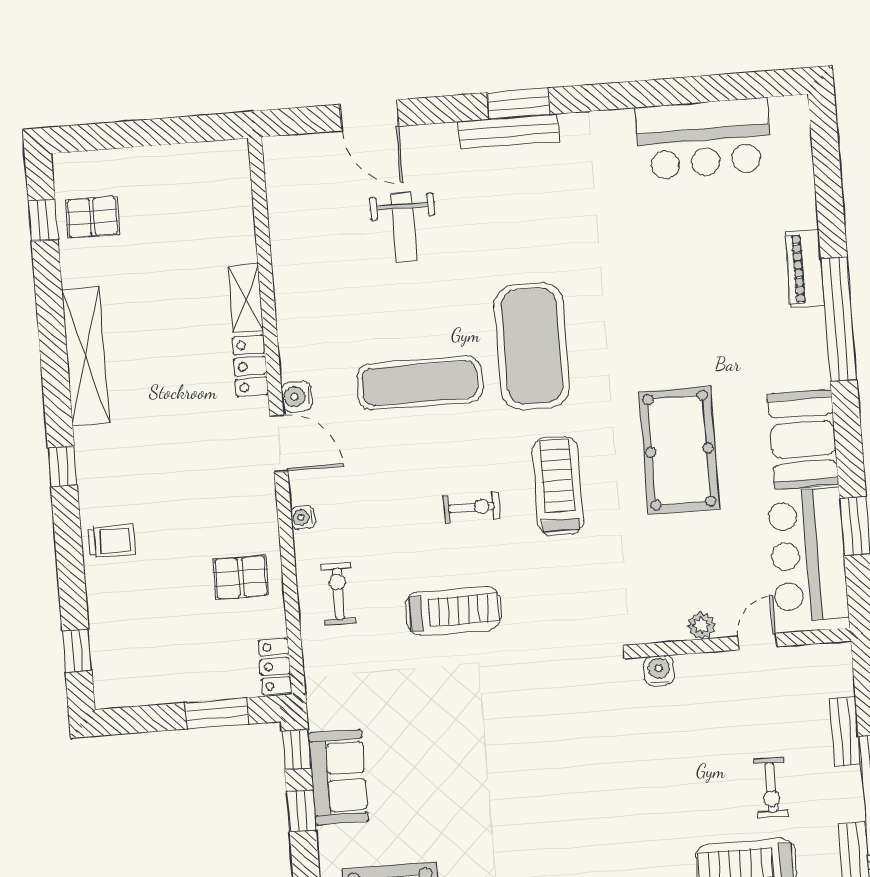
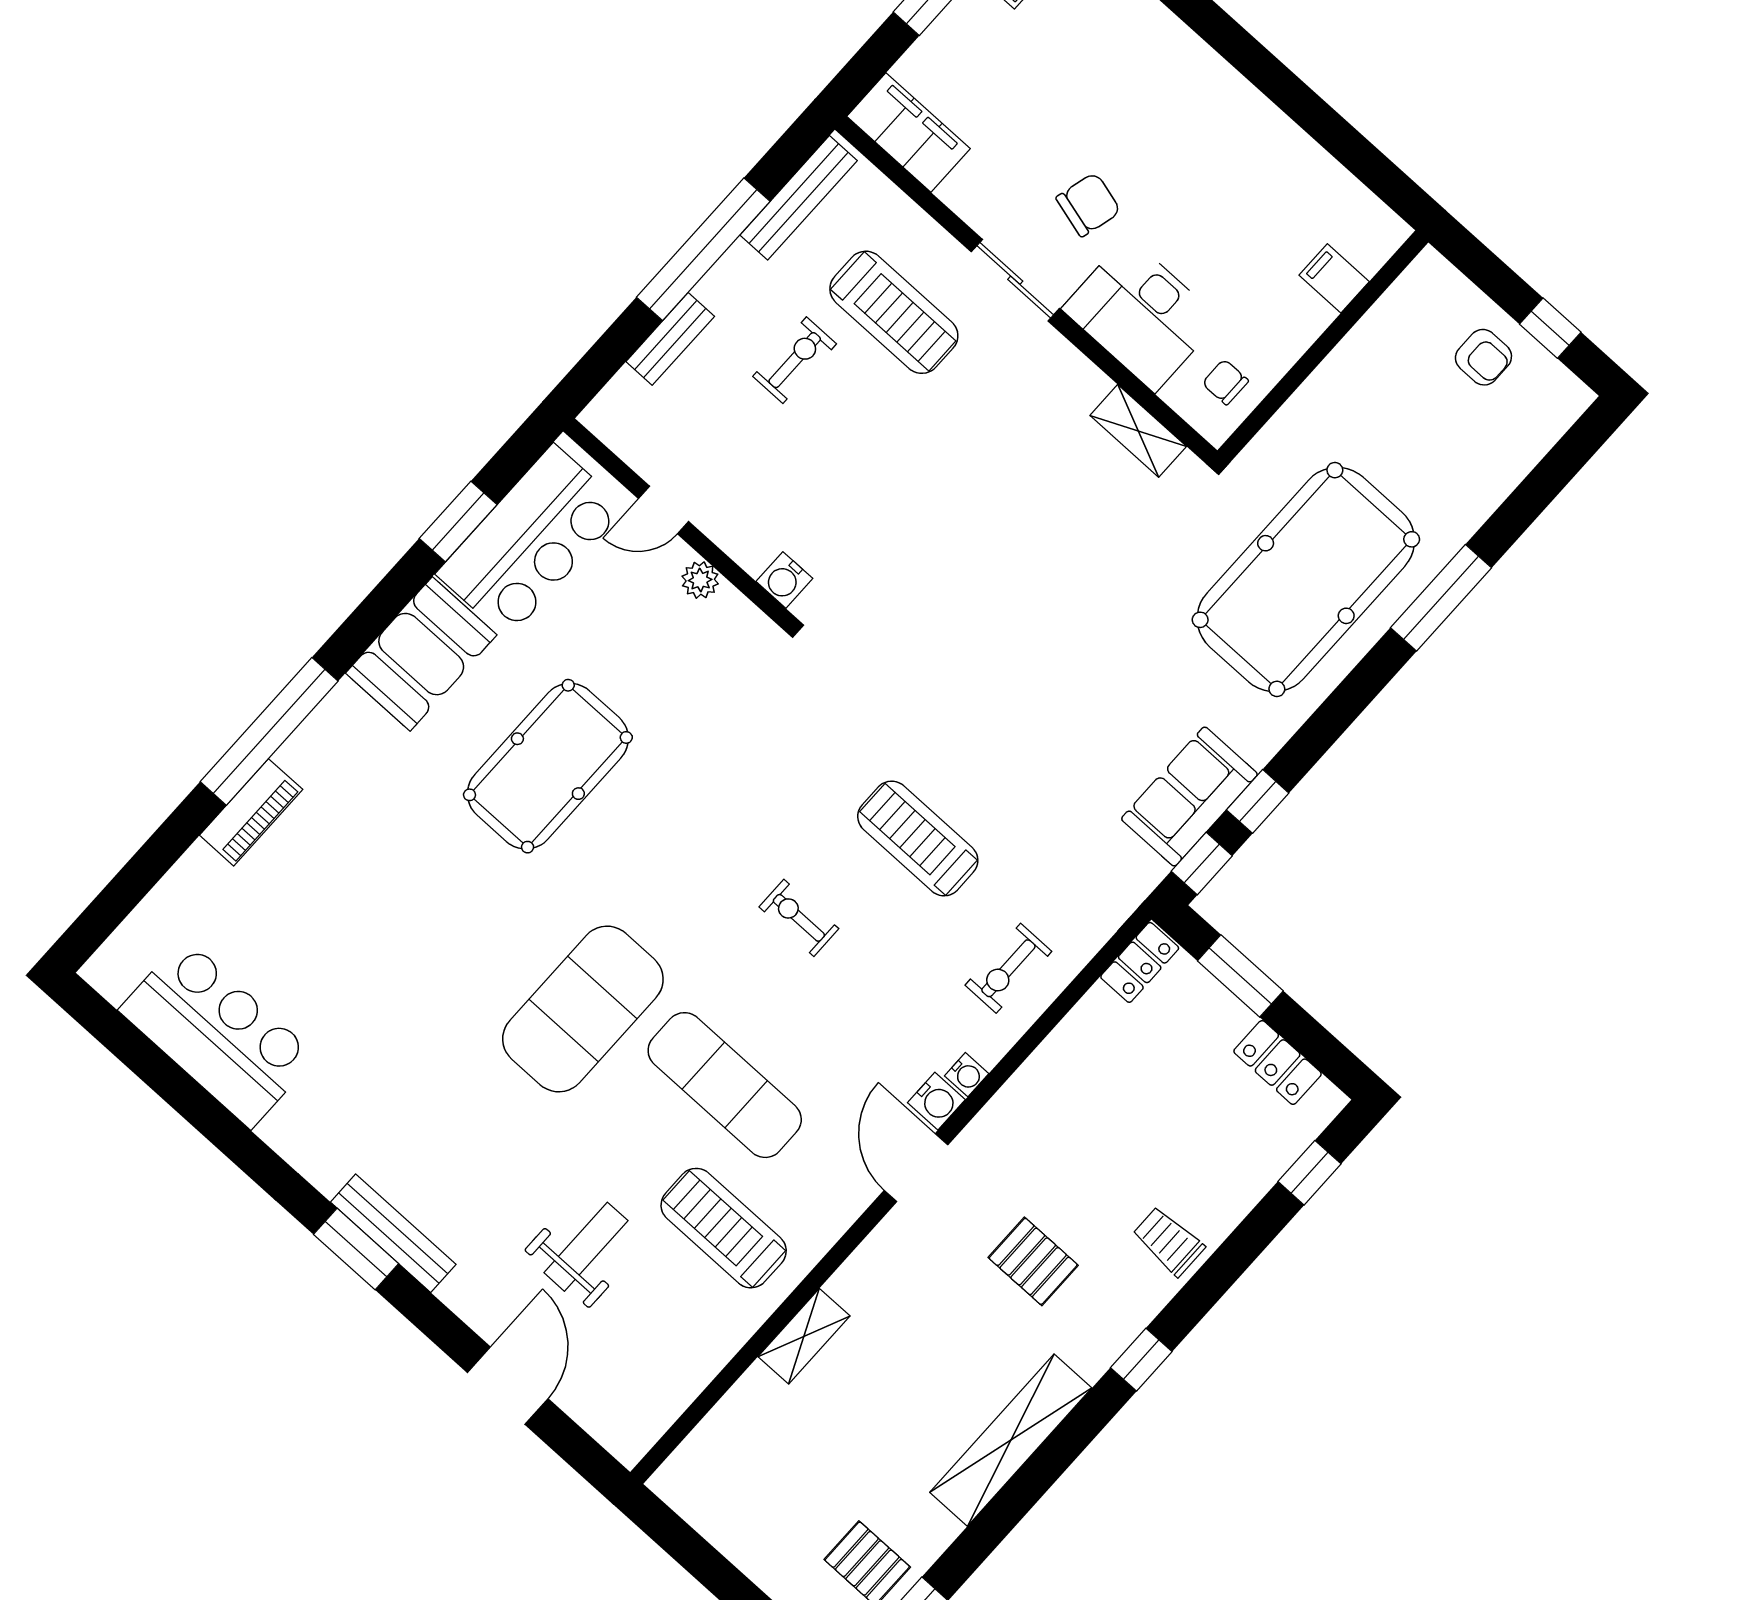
locker: (250, 366) -> (1278, 1062), moved, turned 90
water cooler: (297, 396) -> (936, 1101), moved
treadmill: (558, 486) -> (724, 1228), moved, turned 90
pallet: (241, 577) -> (1033, 1261), moved

